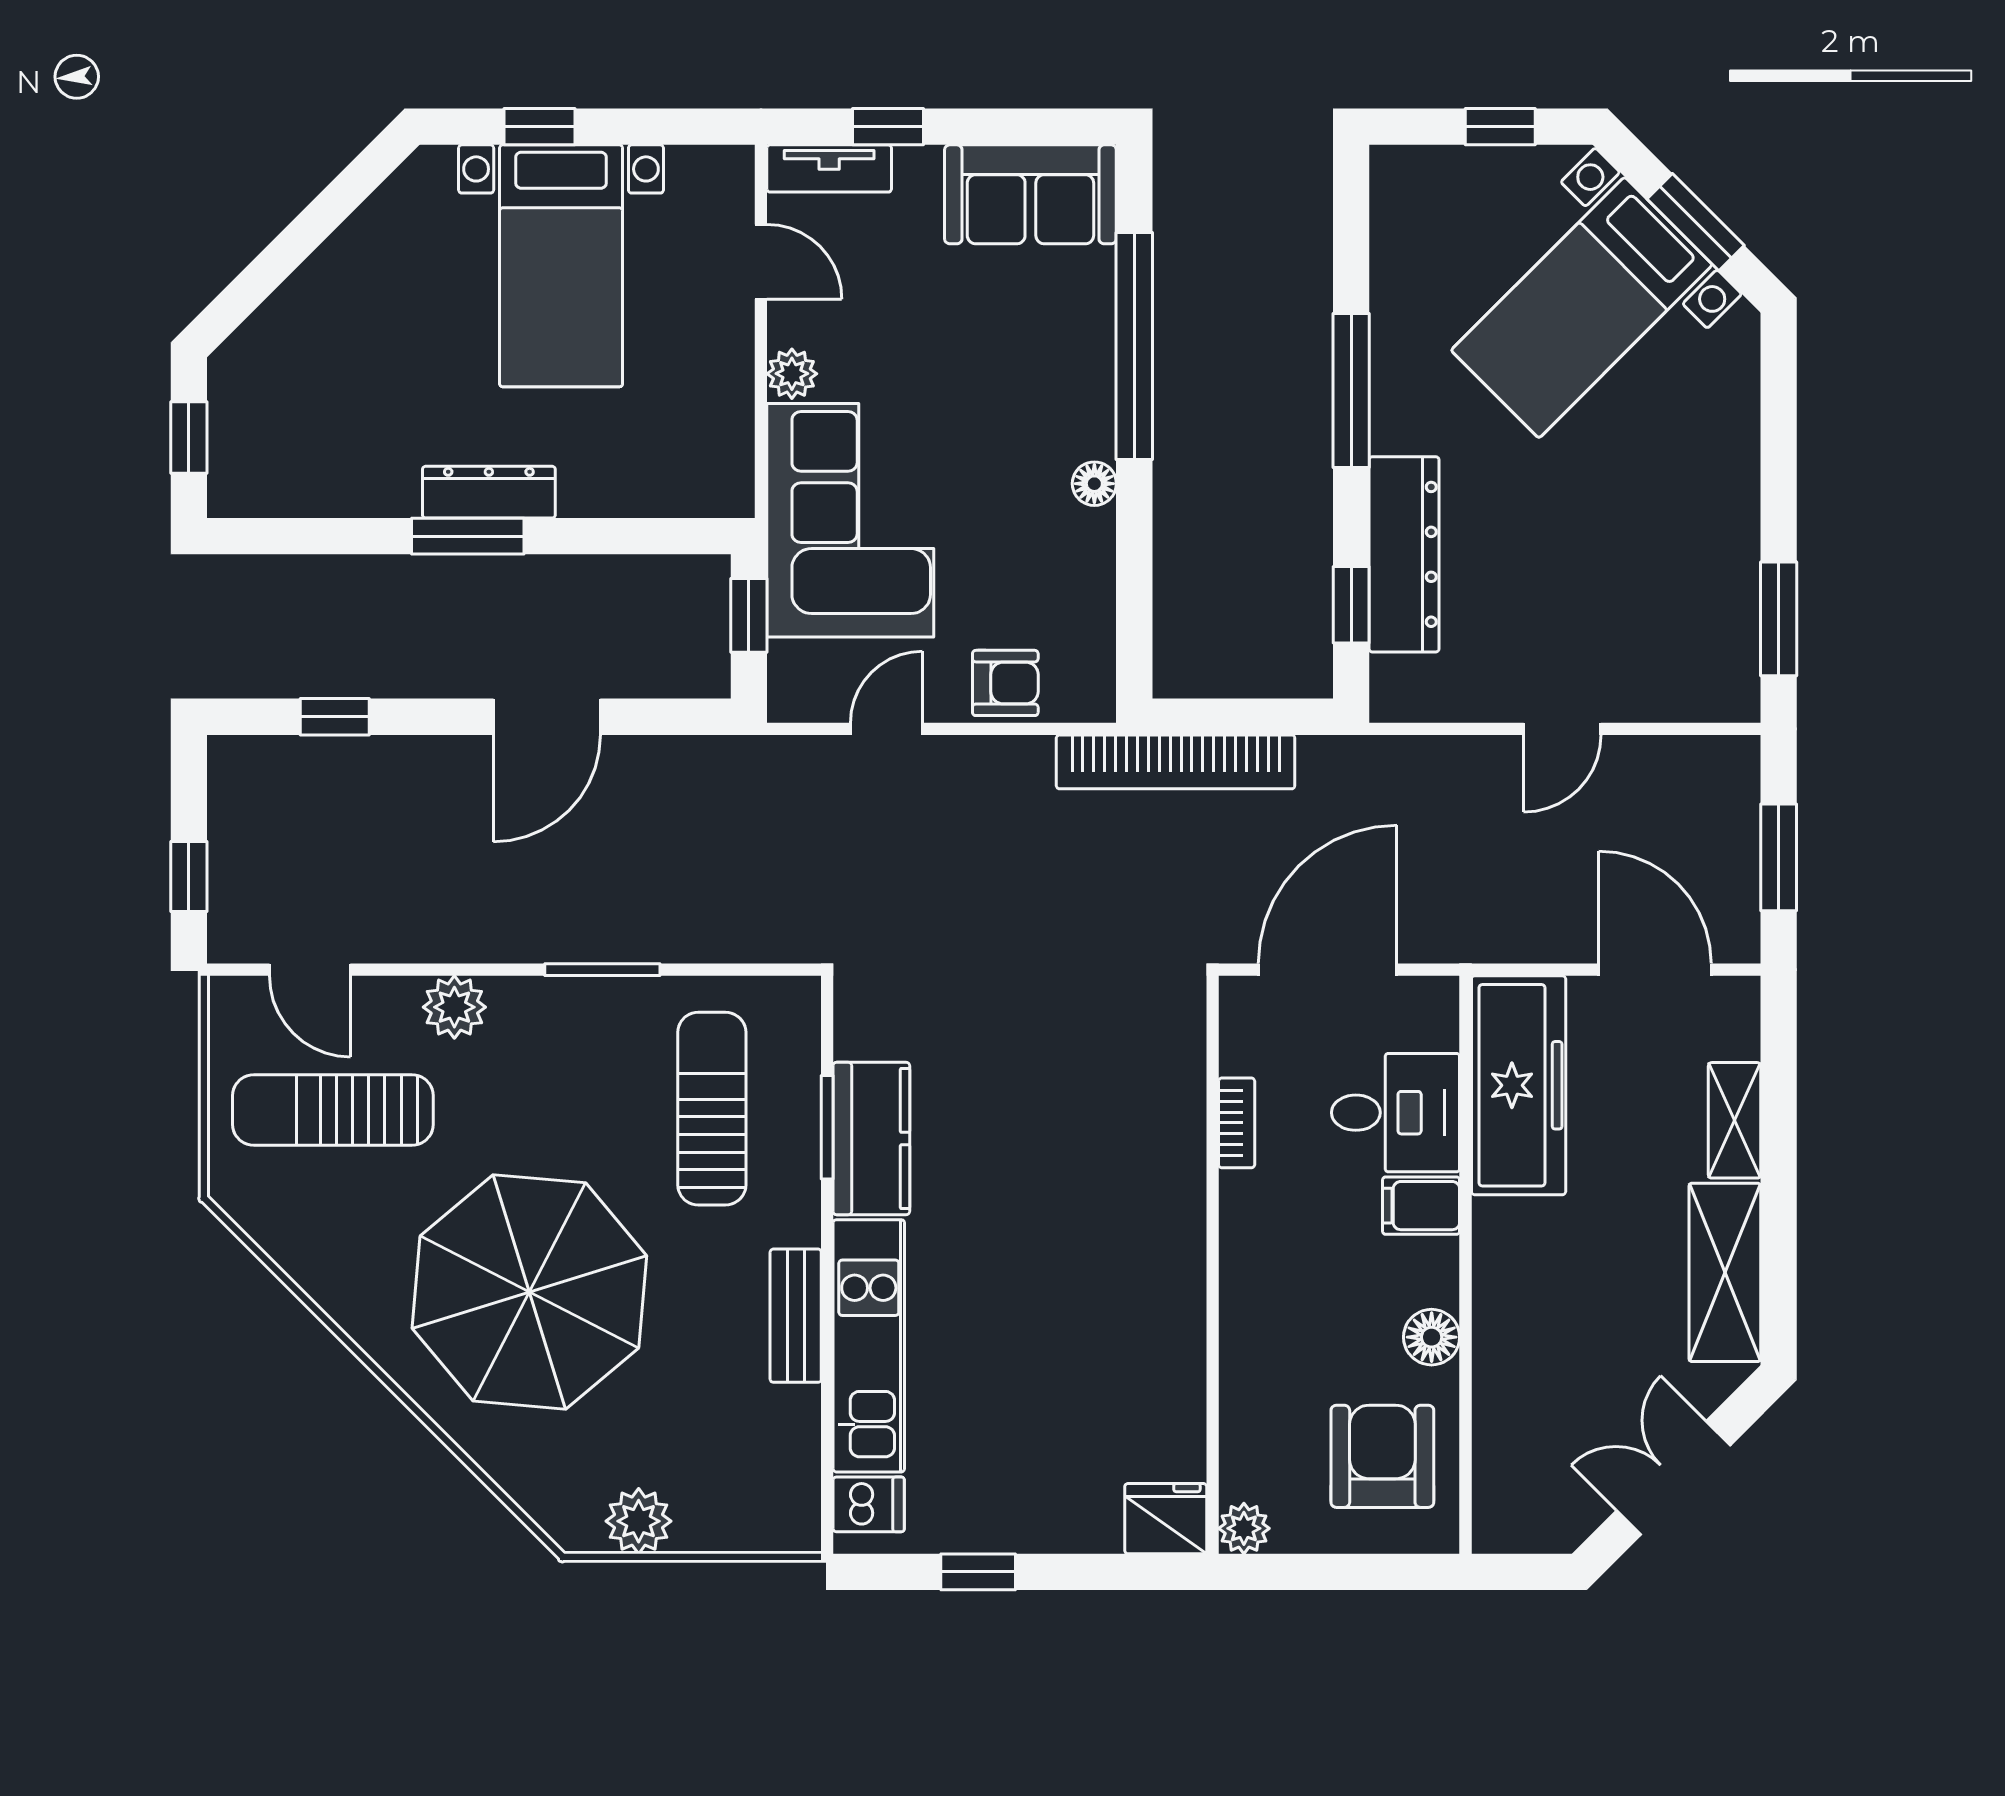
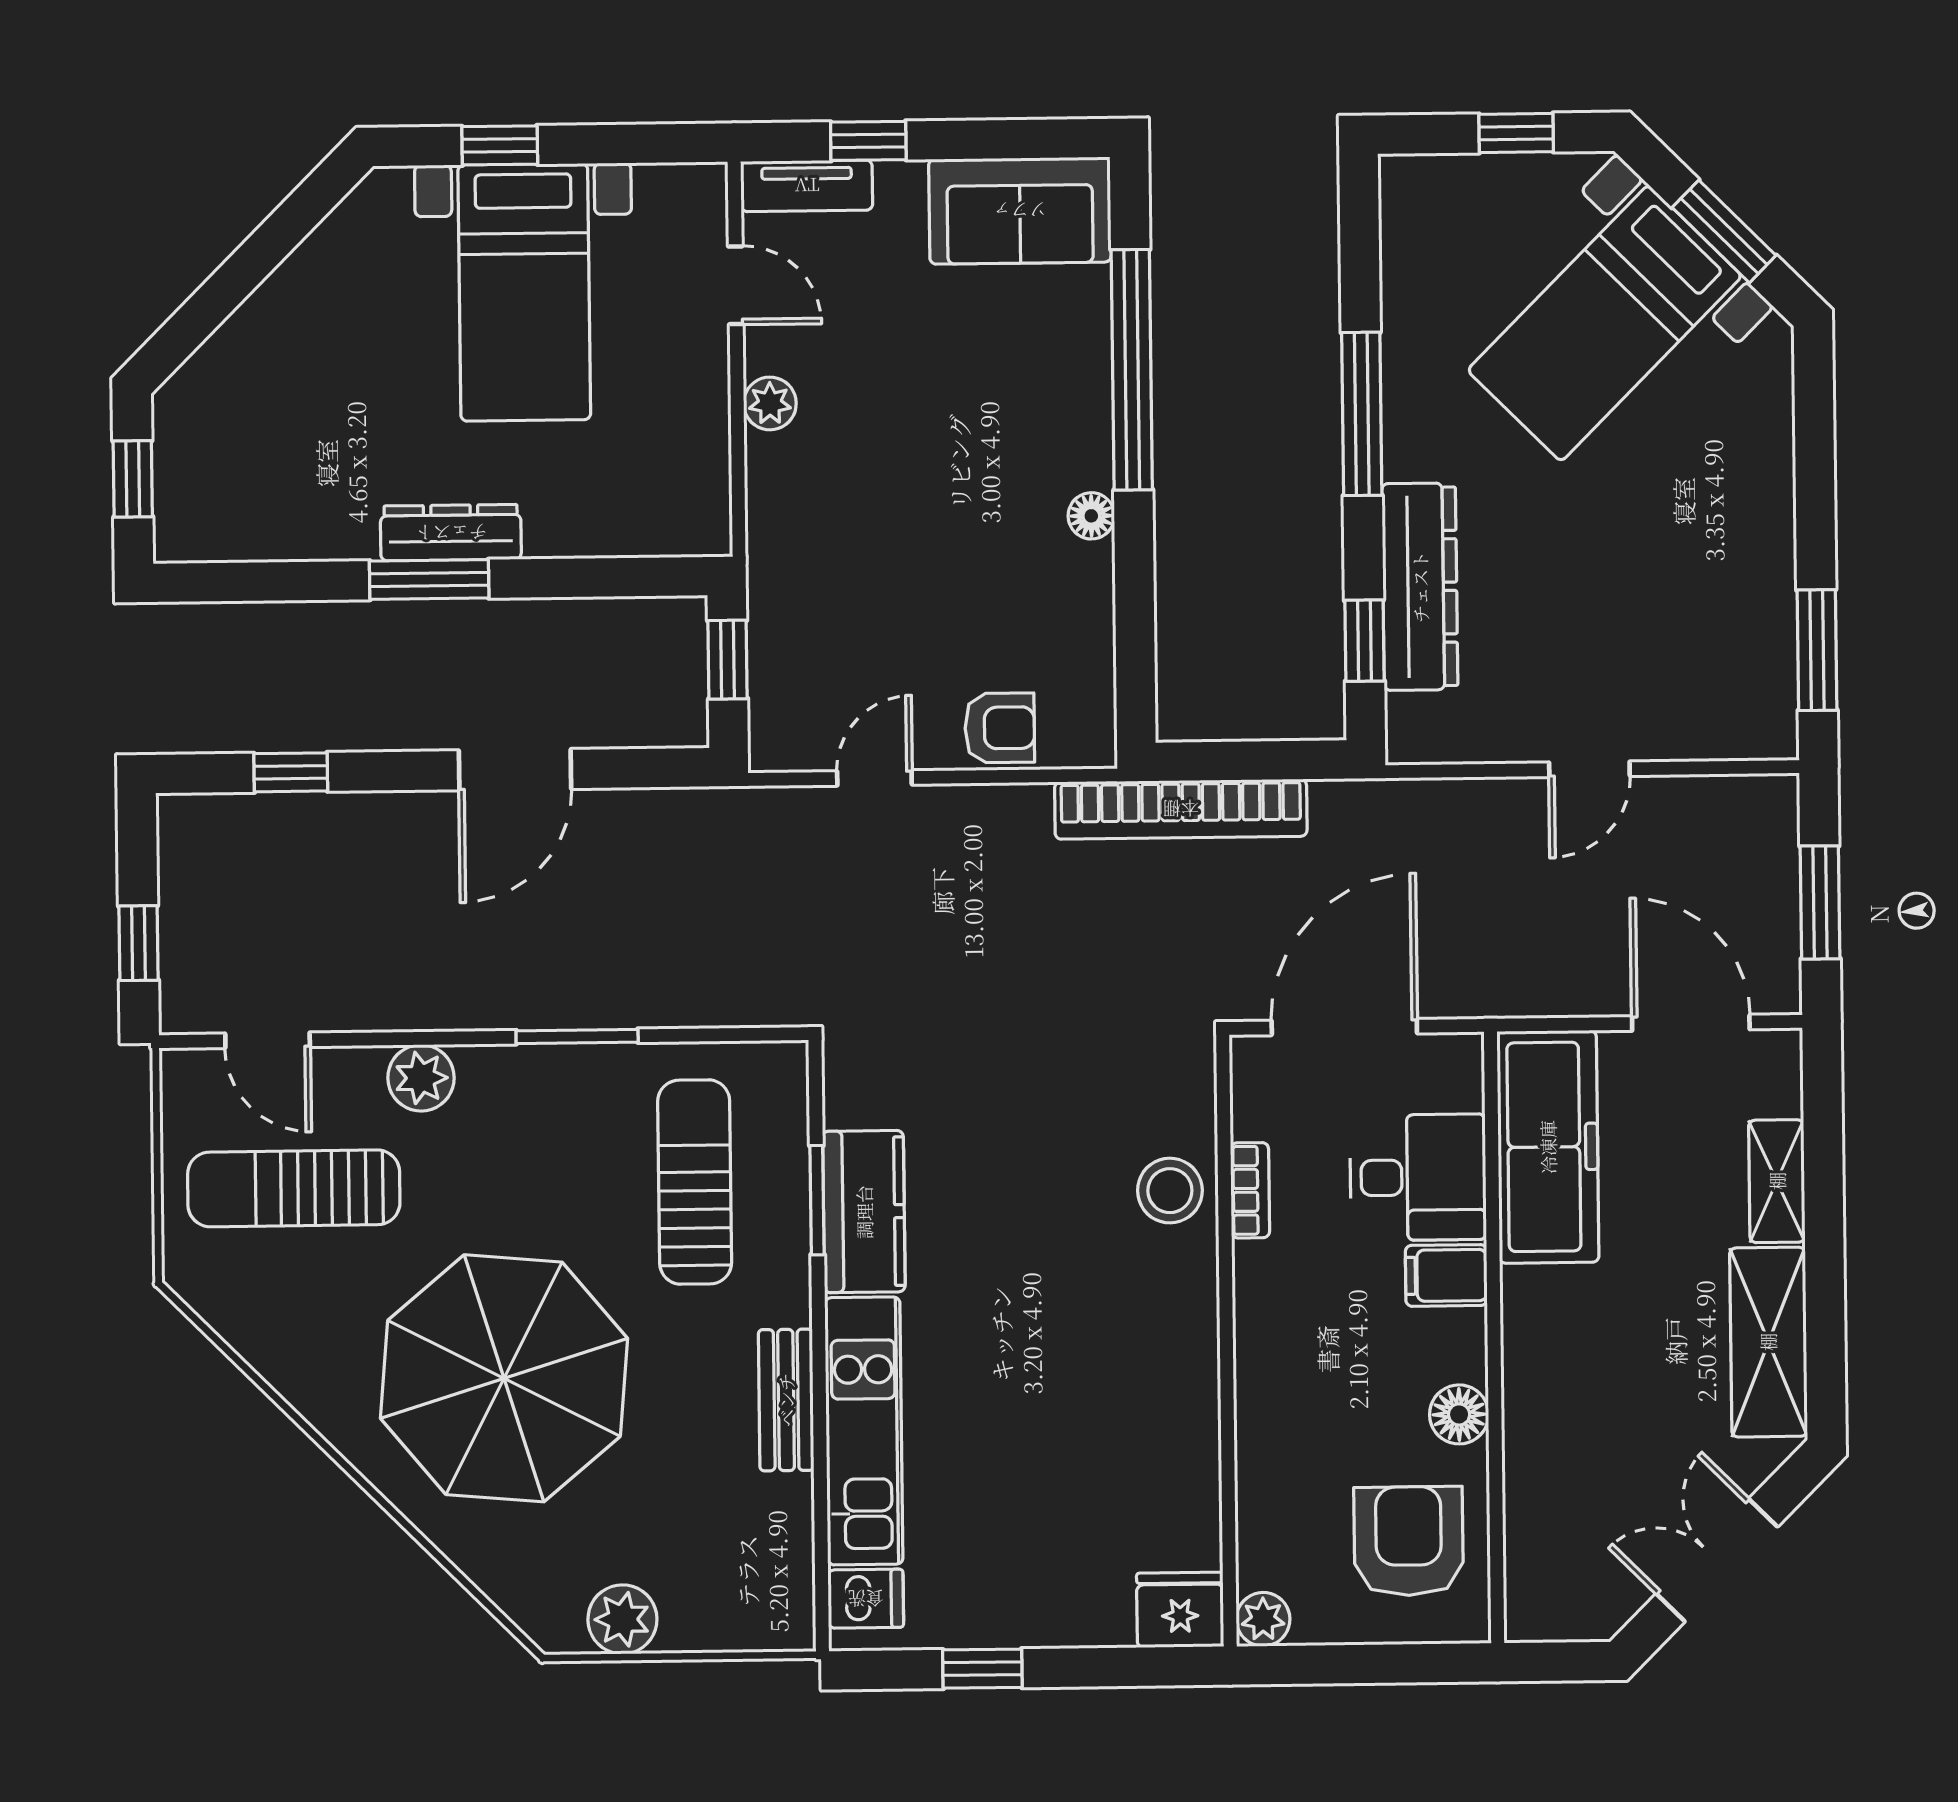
corner sofa: (850, 520) -> (834, 558), removed
stool: (1161, 1122) -> (1170, 1191), added

